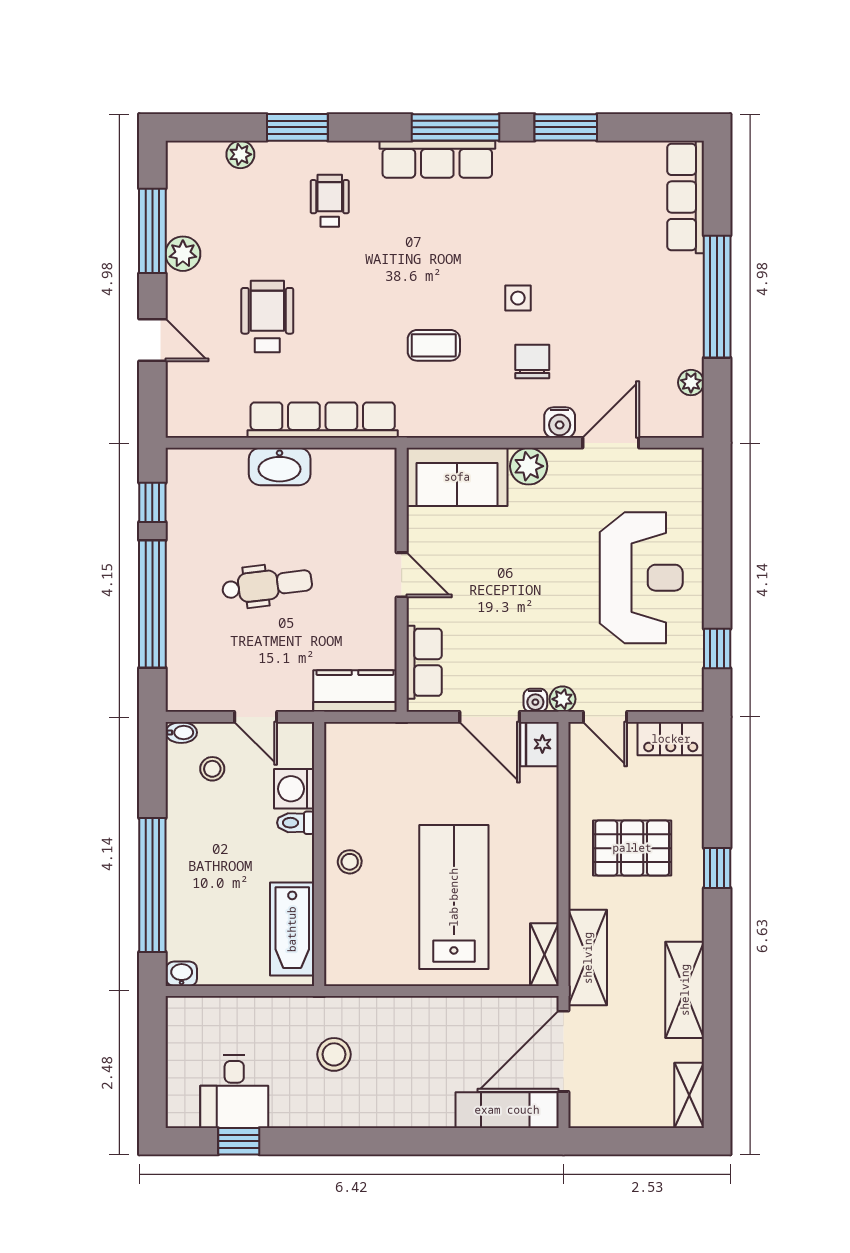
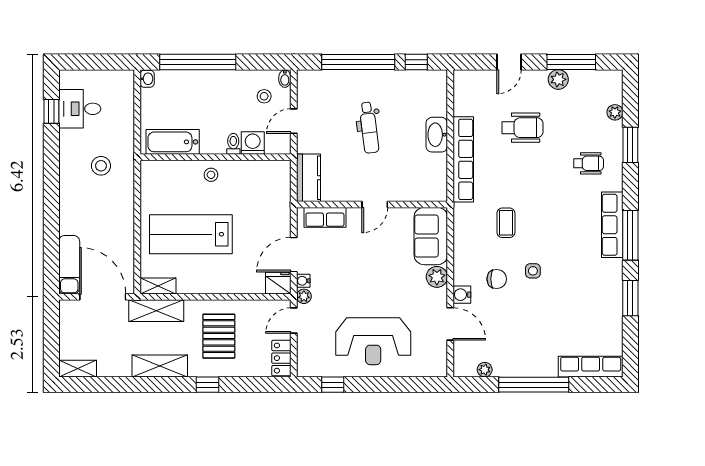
lab bench: (454, 897) -> (191, 234), turned 180
shelving: (685, 990) -> (160, 366), moved

